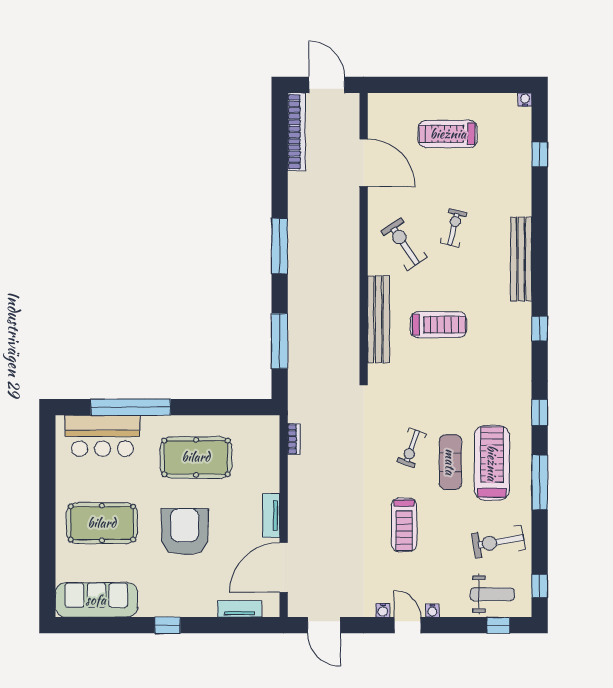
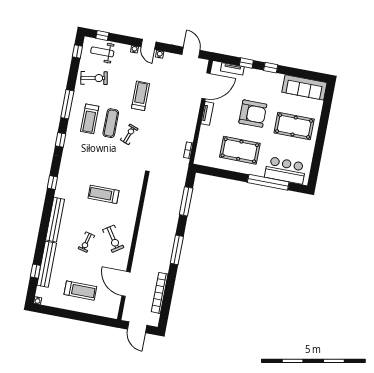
bookcase: (296, 132) -> (160, 293), moved
bench: (378, 319) -> (47, 264), moved
treadmill: (492, 463) -> (90, 119), width x0.73, depth x0.73
armchair: (185, 532) -> (253, 114), turned -90
window: (215, 625) -> (246, 63), added

